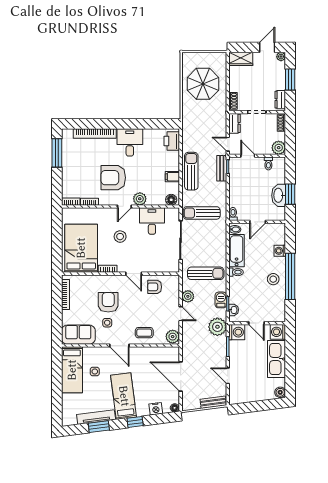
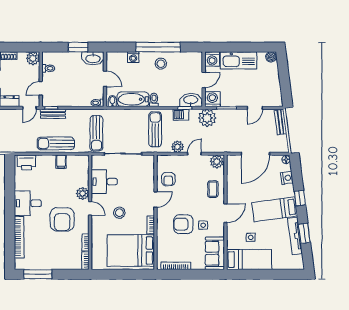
washbasin: (279, 195) -> (93, 58), moved
floor lamp: (171, 200) -> (84, 163), removed
washbasin: (234, 310) -> (191, 100), width x1.91, depth x1.45

